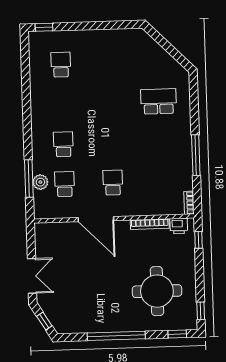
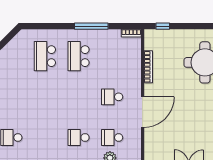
school desk: (160, 141) -> (79, 56), added
printer: (179, 226) -> (151, 42), removed

